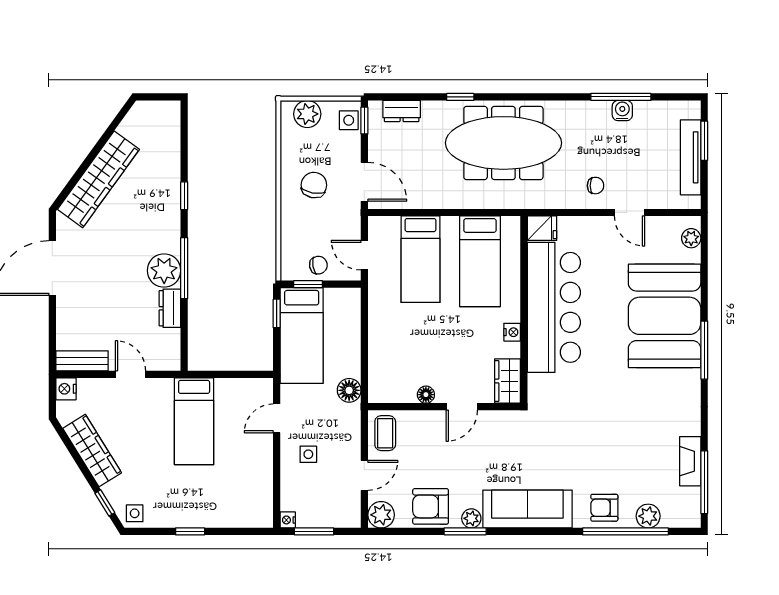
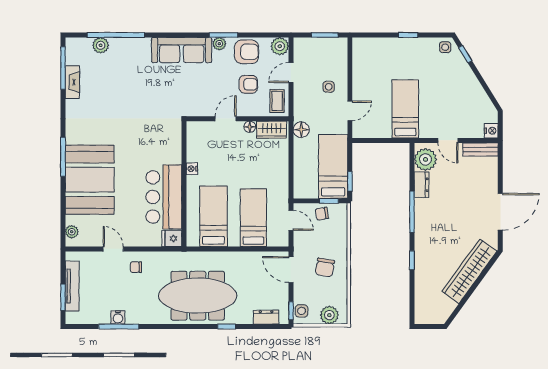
plant: (164, 271) -> (425, 159), moved
bar counter: (554, 307) -> (164, 197), width x0.73
wardrobe: (508, 381) -> (272, 130), moved, turned 90
wardrobe: (92, 451) -> (474, 89), removed
armchair: (604, 508) -> (248, 84), moved
nightstand: (288, 520) -> (342, 43), removed

